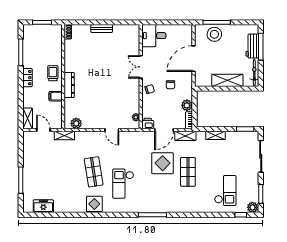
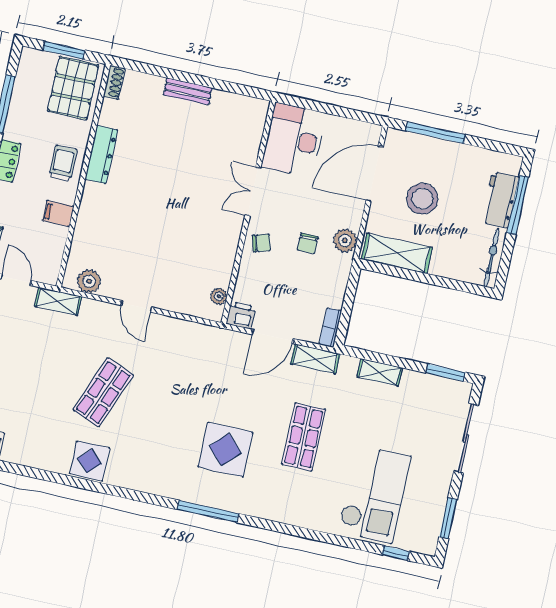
stool: (214, 34) -> (422, 199), moved
desk: (154, 36) -> (293, 140), width x1.37
pallet: (50, 38) -> (73, 88), added
door: (193, 59) -> (375, 174), moved
shelving: (227, 80) -> (397, 253), moved
dresser: (69, 85) -> (101, 154), moved
plant: (187, 105) -> (345, 240), moved
door: (112, 130) -> (136, 306), moved
display table: (163, 163) -> (225, 450), moved
shop shelf: (94, 172) -> (103, 392), turned 30
checkout: (123, 184) -> (160, 431), removed
checkout: (225, 191) -> (374, 494), width x1.36, depth x1.21
plant: (252, 207) -> (424, 543), removed

